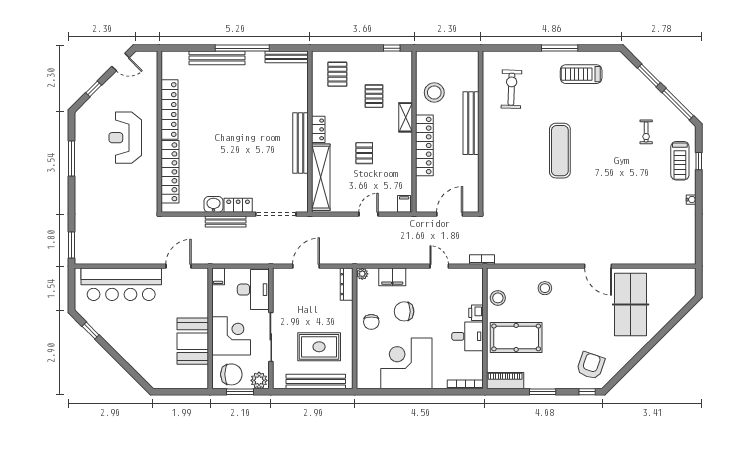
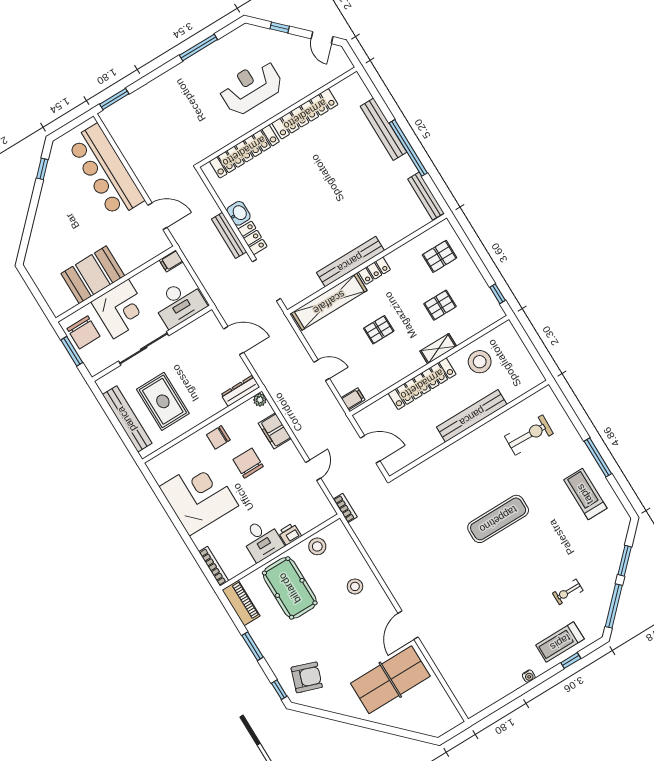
plant: (259, 380) -> (94, 363), removed

